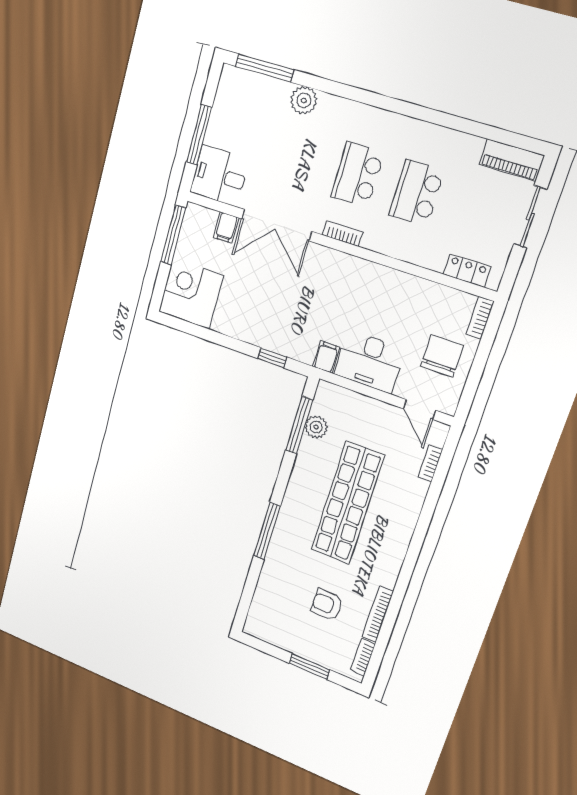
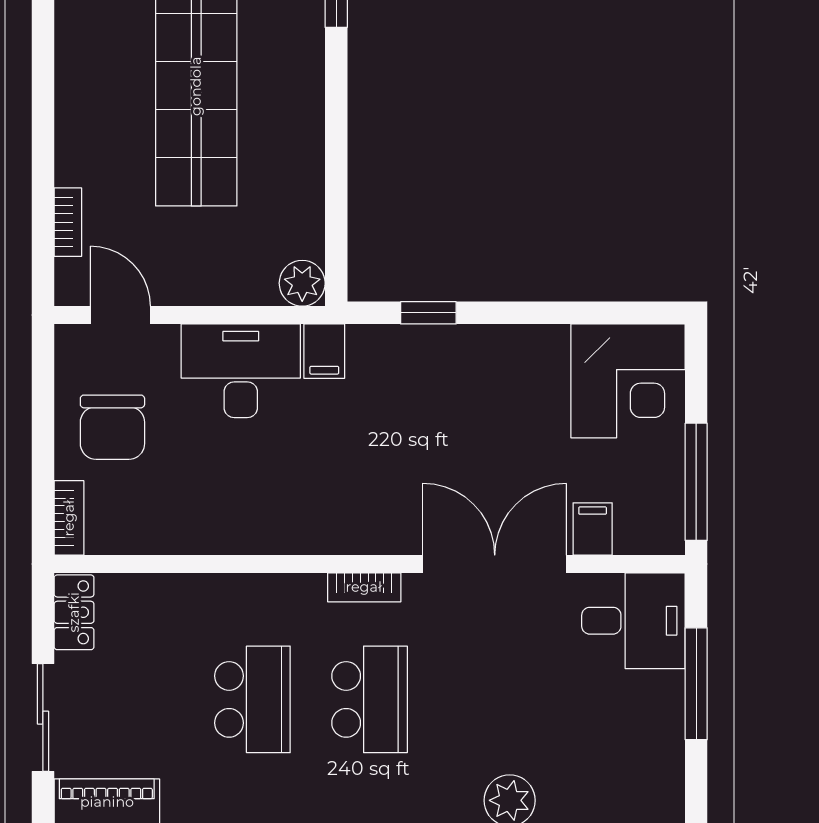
locker: (467, 270) -> (74, 612), moved, turned -90
window: (299, 425) -> (336, 202), removed
plant: (316, 427) -> (302, 283), moved

